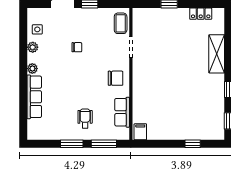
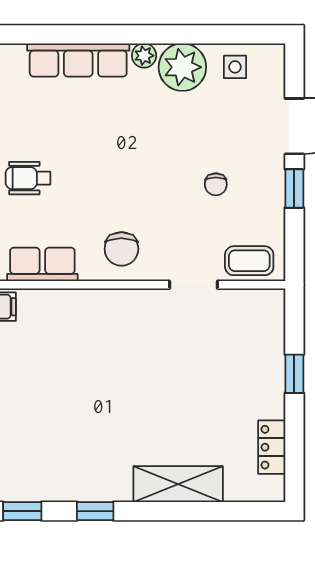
plant: (33, 47) -> (182, 67), width x1.88, depth x1.88
chair: (77, 47) -> (216, 184), moved
wheelchair: (85, 118) -> (28, 178), turned 180

